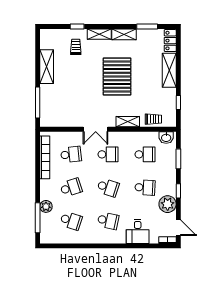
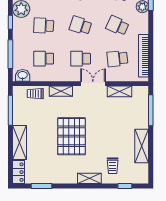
window: (77, 27) -> (125, 186), moved
shelving: (124, 34) -> (120, 91), moved
window: (178, 102) -> (10, 110), width x2.17
window: (178, 159) -> (10, 54), width x1.44
school desk: (71, 188) -> (117, 26), turned 42

